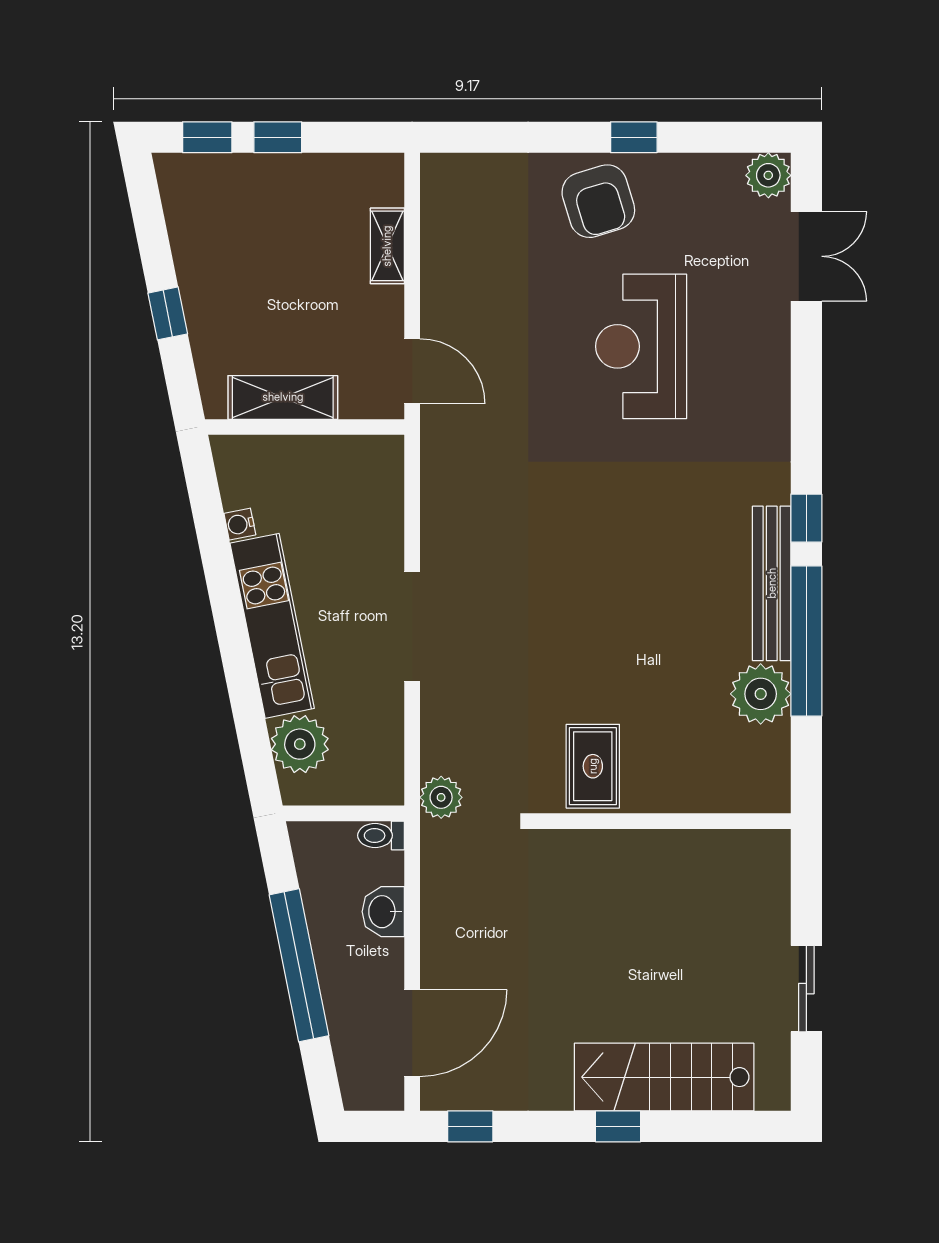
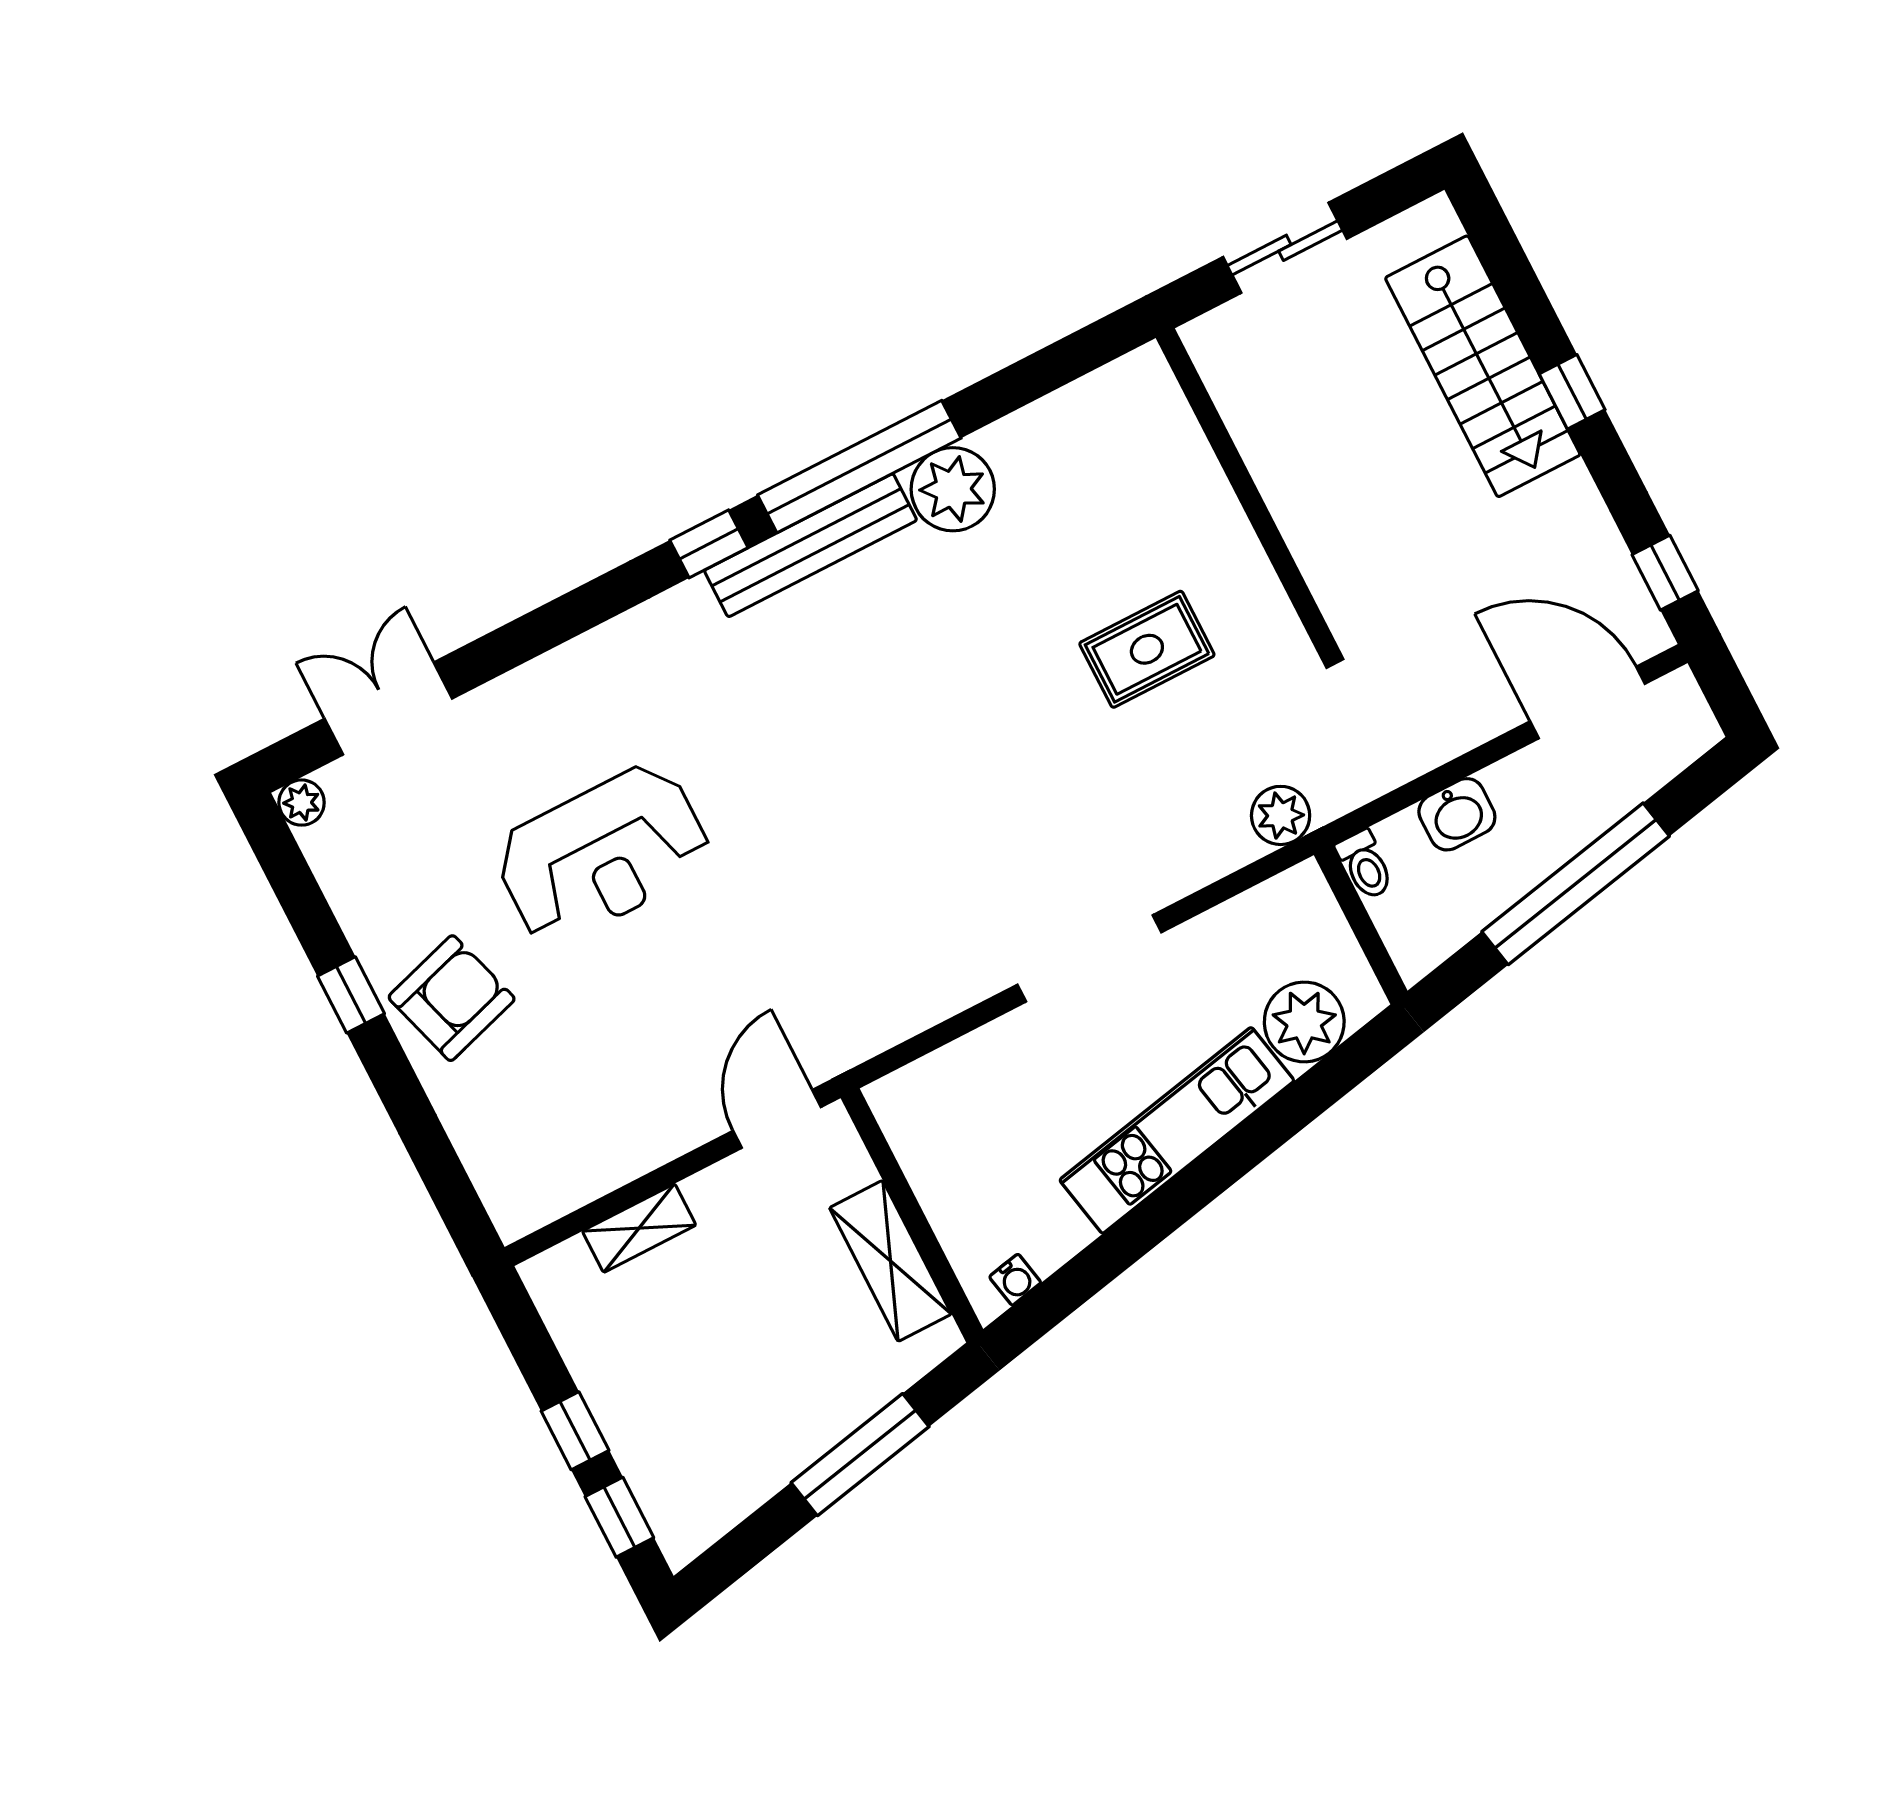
plant: (768, 175) -> (302, 803), width x0.73, depth x0.73
window: (168, 313) -> (860, 1455), width x2.17
water cooler: (240, 524) -> (1015, 1280), moved
wall: (663, 821) -> (1246, 489), moved

